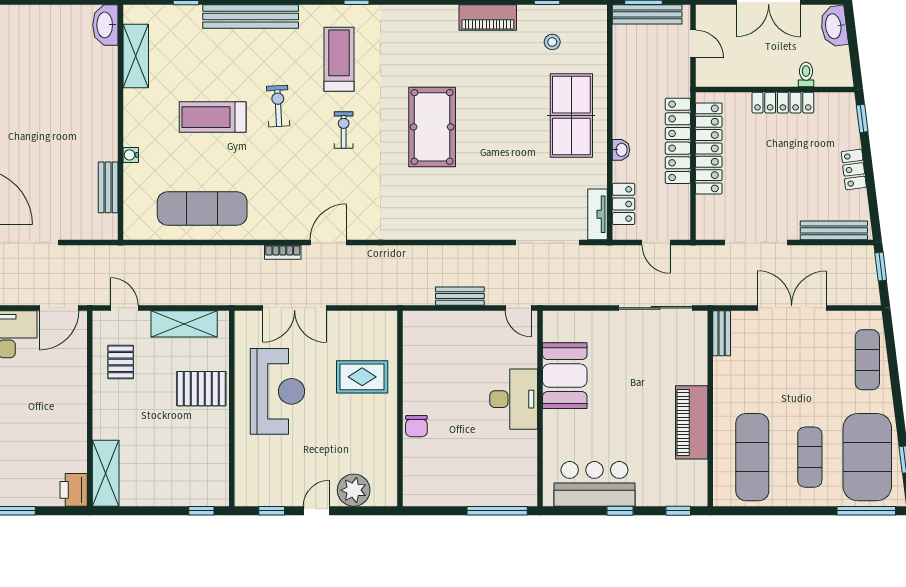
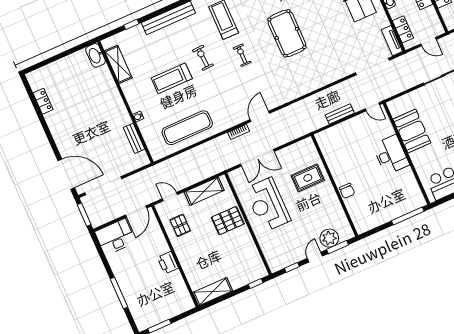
reception desk: (277, 391) -> (268, 205), turned 180
shelving: (106, 473) -> (213, 292), moved, turned 90
printer: (74, 490) -> (168, 263), moved
window: (360, 511) -> (337, 247), added

